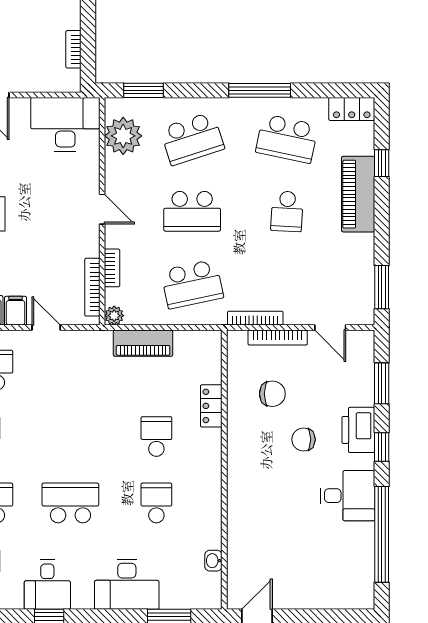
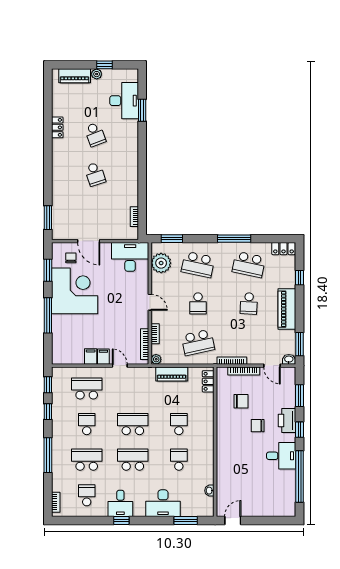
school desk: (192, 139) -> (198, 264), turned 30
piano: (358, 194) -> (287, 309), moved
school desk: (192, 211) -> (198, 303), width x0.54
washbasin: (362, 316) -> (289, 359), added
locker: (211, 406) -> (208, 381), moved
school desk: (70, 436) -> (133, 424), added

